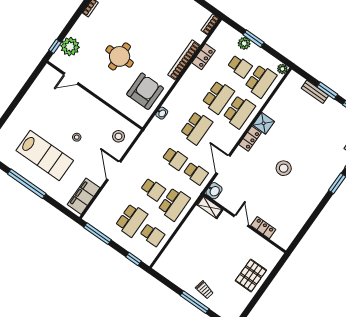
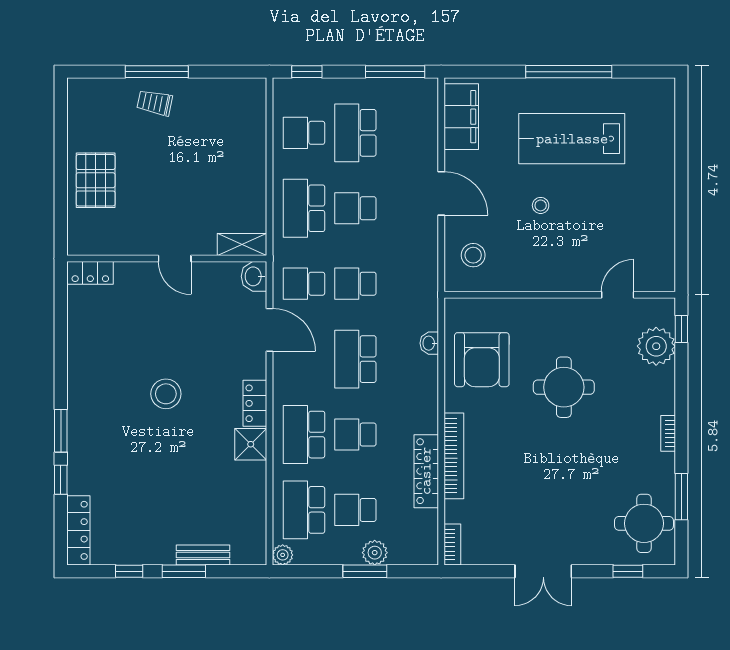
locker: (203, 57) -> (426, 471), width x1.53
school desk: (218, 97) -> (355, 435), width x0.54
locker: (263, 228) -> (90, 273), moved

